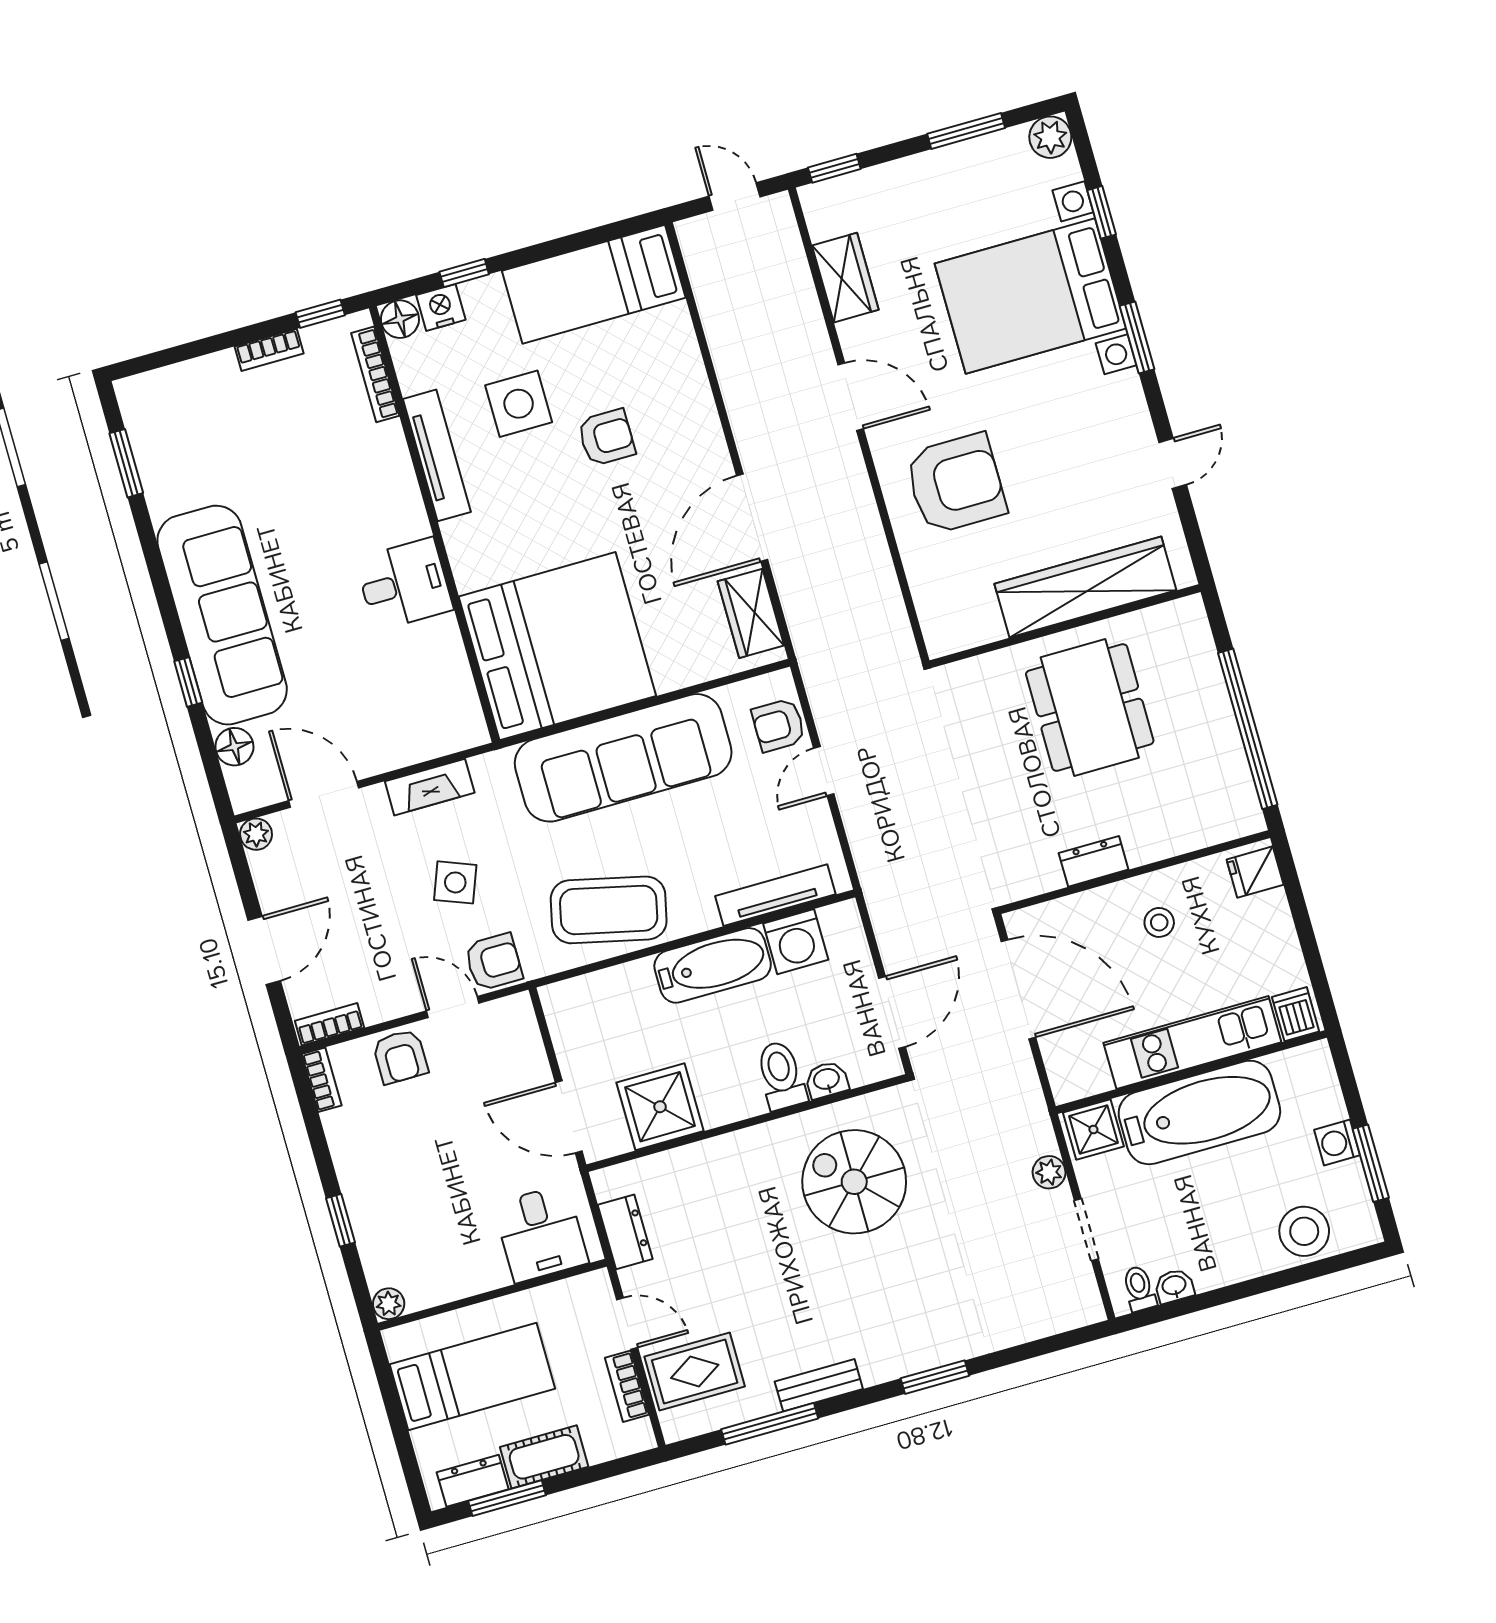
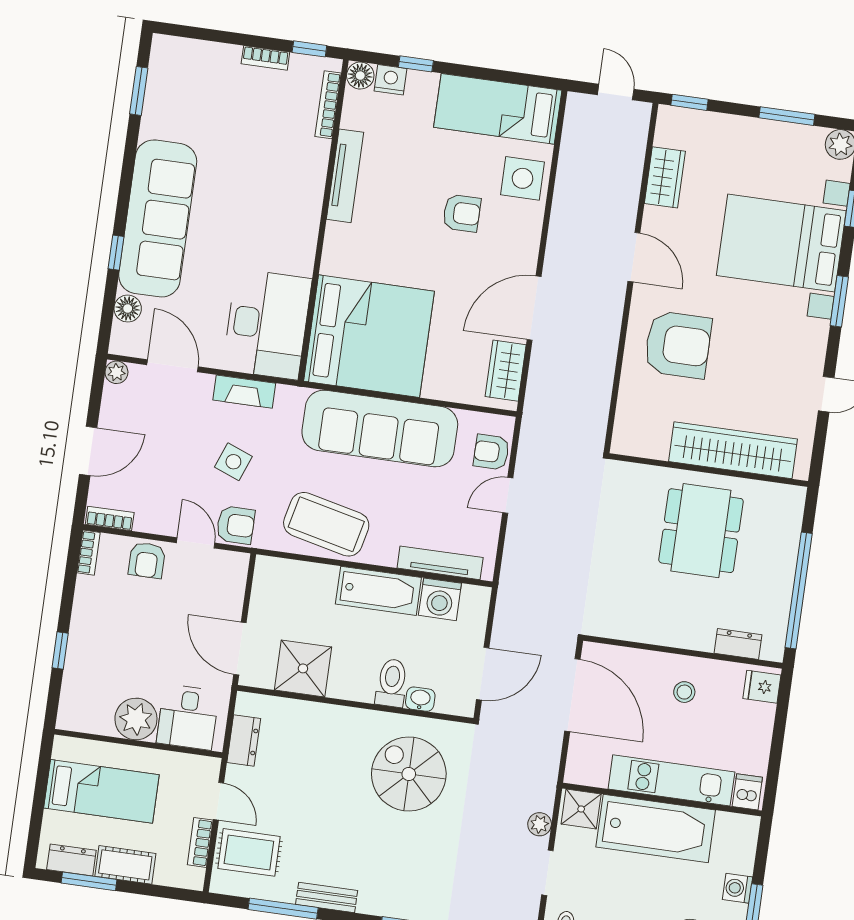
side table: (519, 404) -> (522, 178), moved
desk: (404, 584) -> (267, 324), moved, width x1.87, depth x1.30
dresser: (1094, 861) -> (738, 644), moved
plant: (389, 1304) -> (136, 719), moved, width x1.87, depth x1.87

